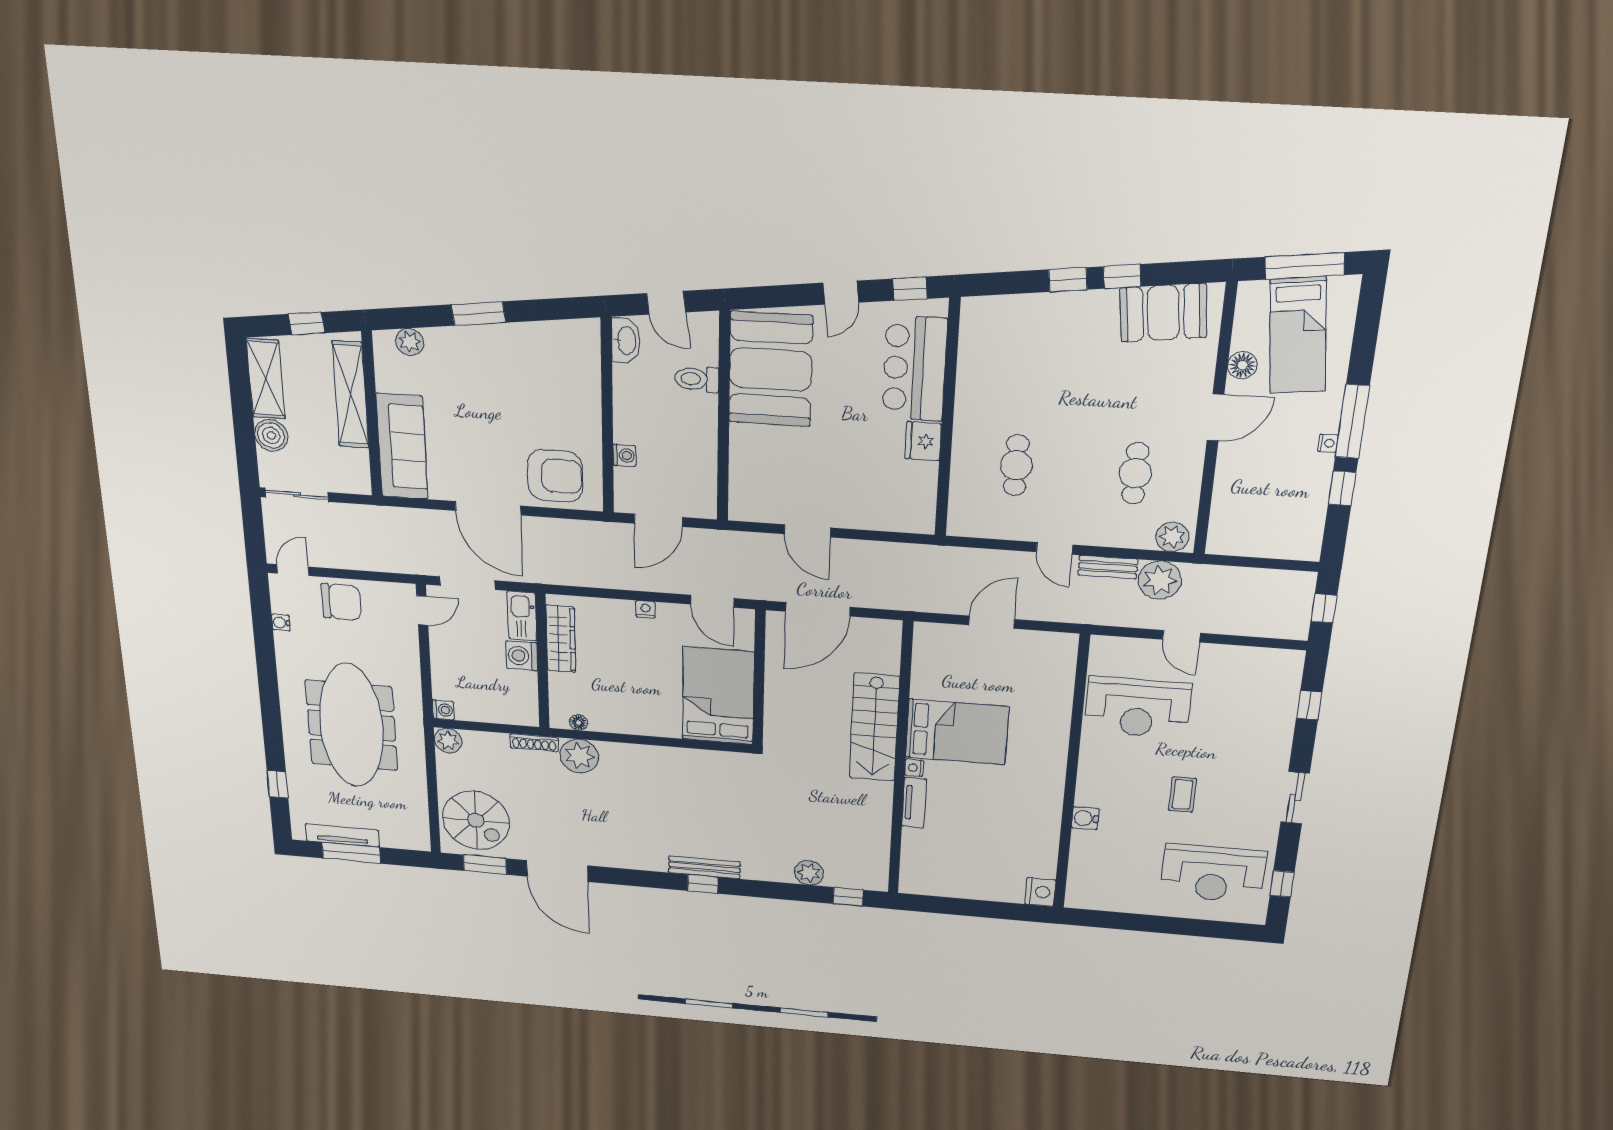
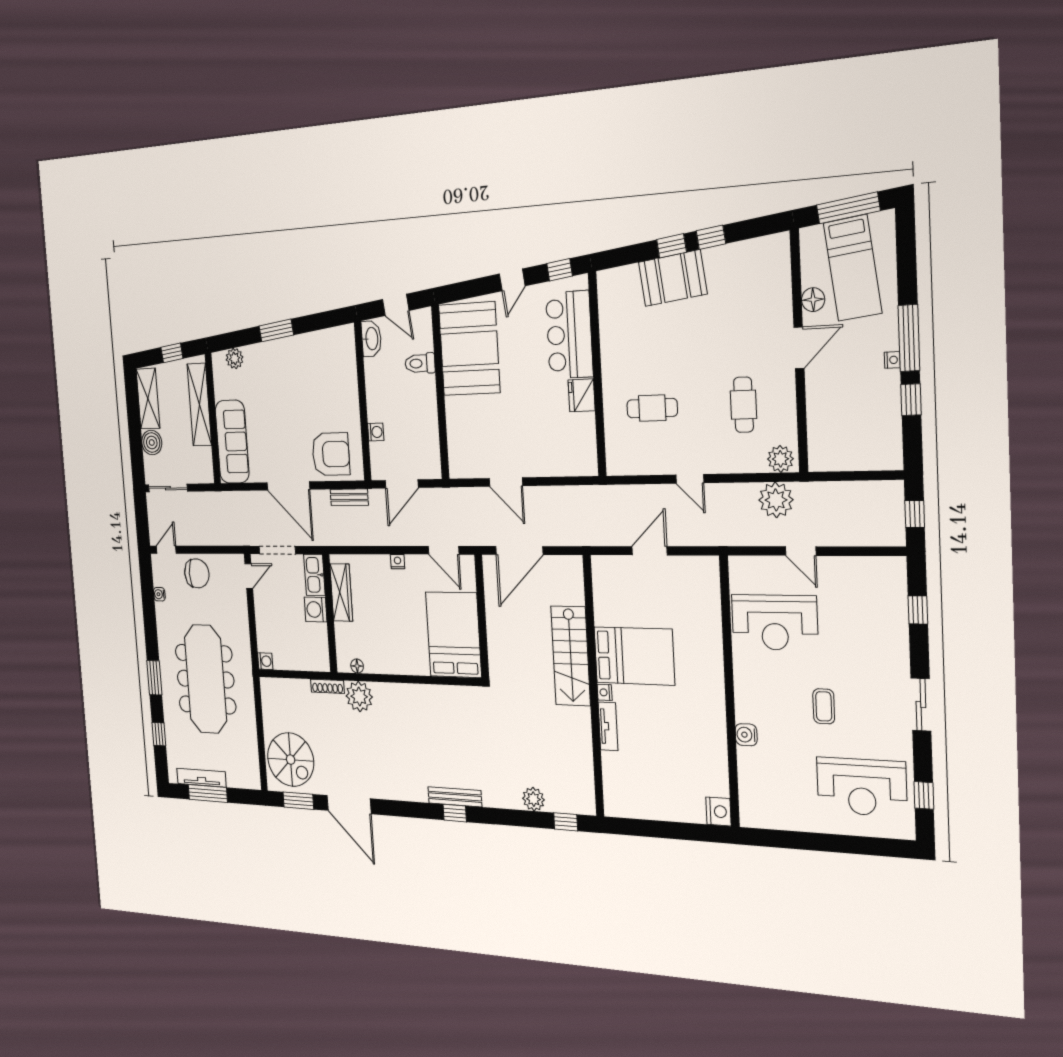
booth: (1163, 313) -> (673, 278), moved
cafe table: (1016, 465) -> (652, 408), turned 90
bench: (1108, 567) -> (349, 497), moved
window: (271, 720) -> (154, 678), added
plant: (448, 741) -> (269, 688), removed

